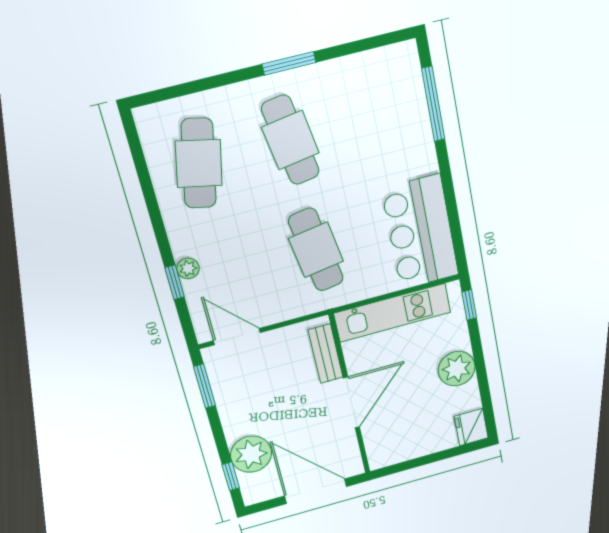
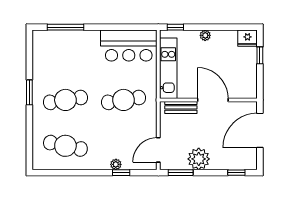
plant: (457, 369) -> (205, 35), width x0.53, depth x0.53
plant: (251, 454) -> (199, 159), moved
window: (445, 454) -> (260, 55), added

